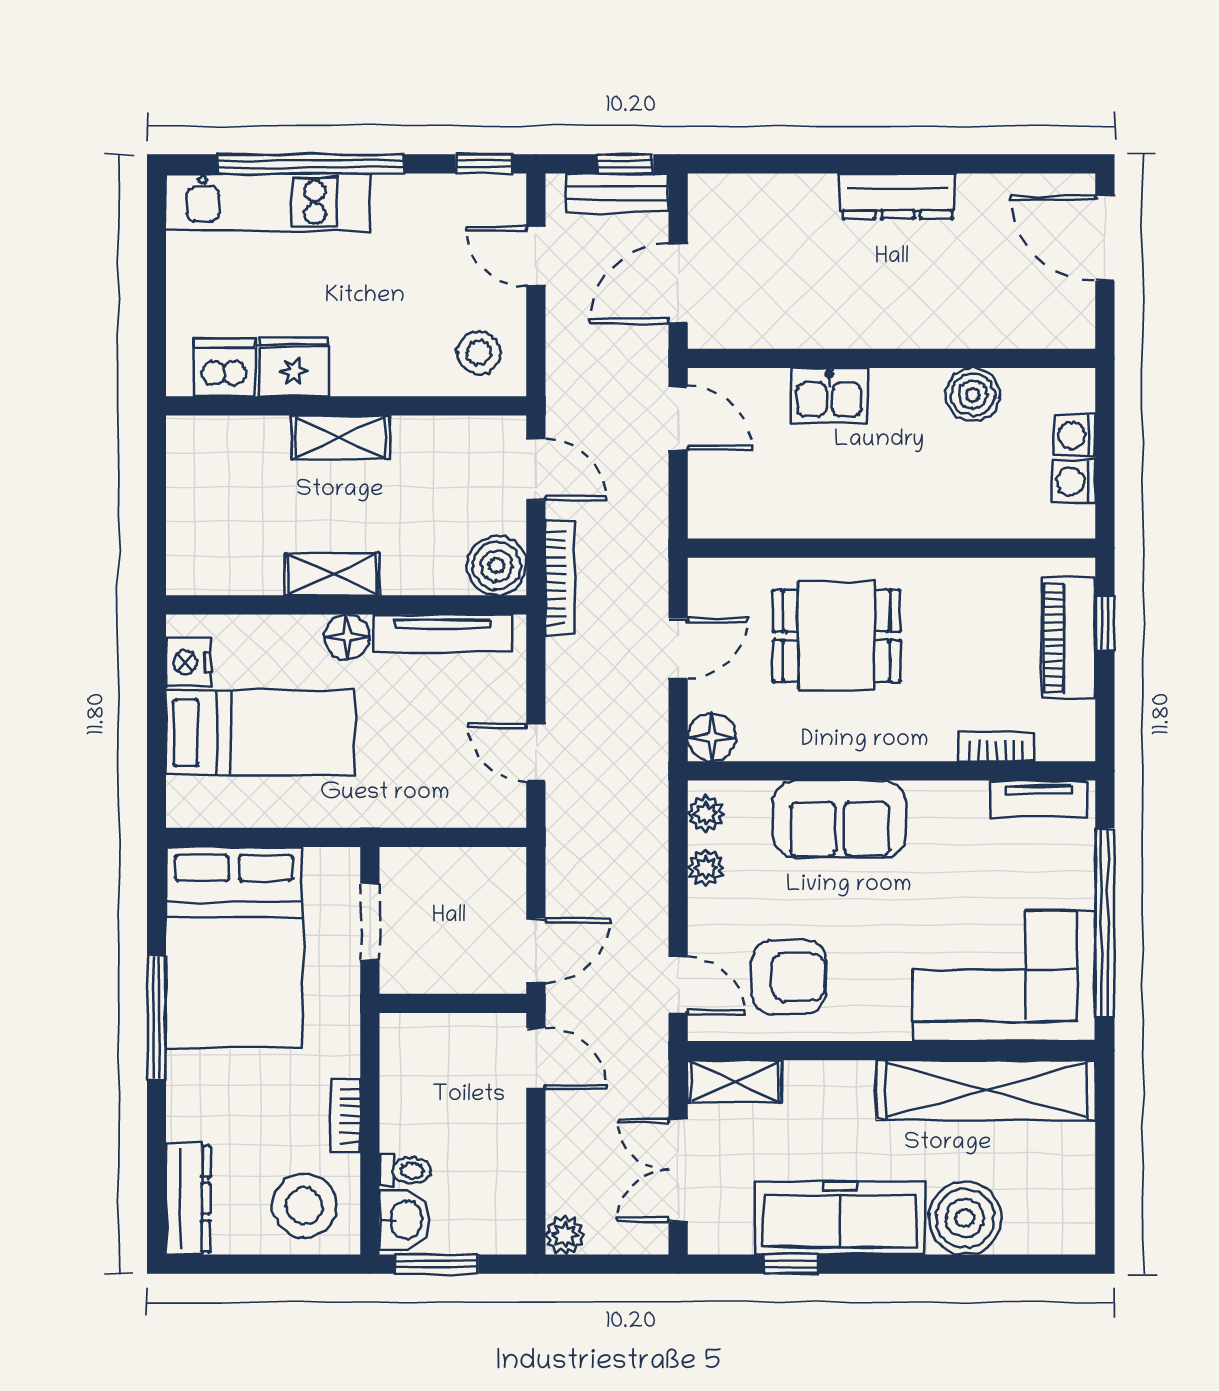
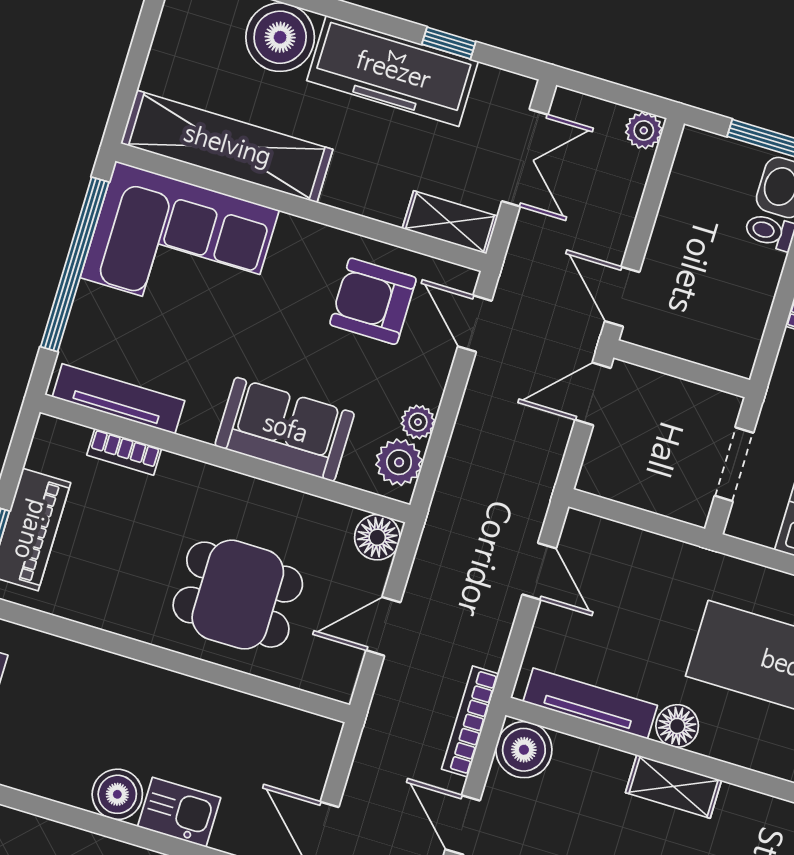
boiler: (973, 395) -> (117, 794), moved
tv unit: (1039, 799) -> (119, 399), width x1.41
plant: (706, 814) -> (399, 462), width x1.38, depth x1.38

